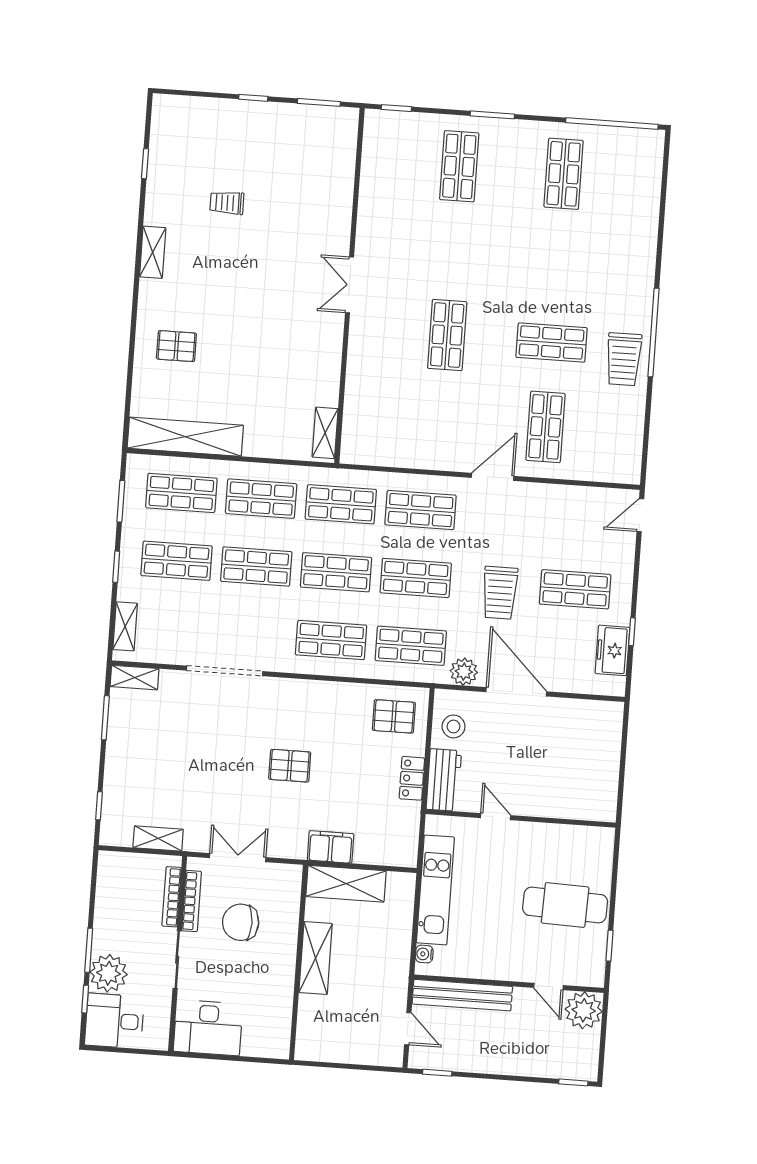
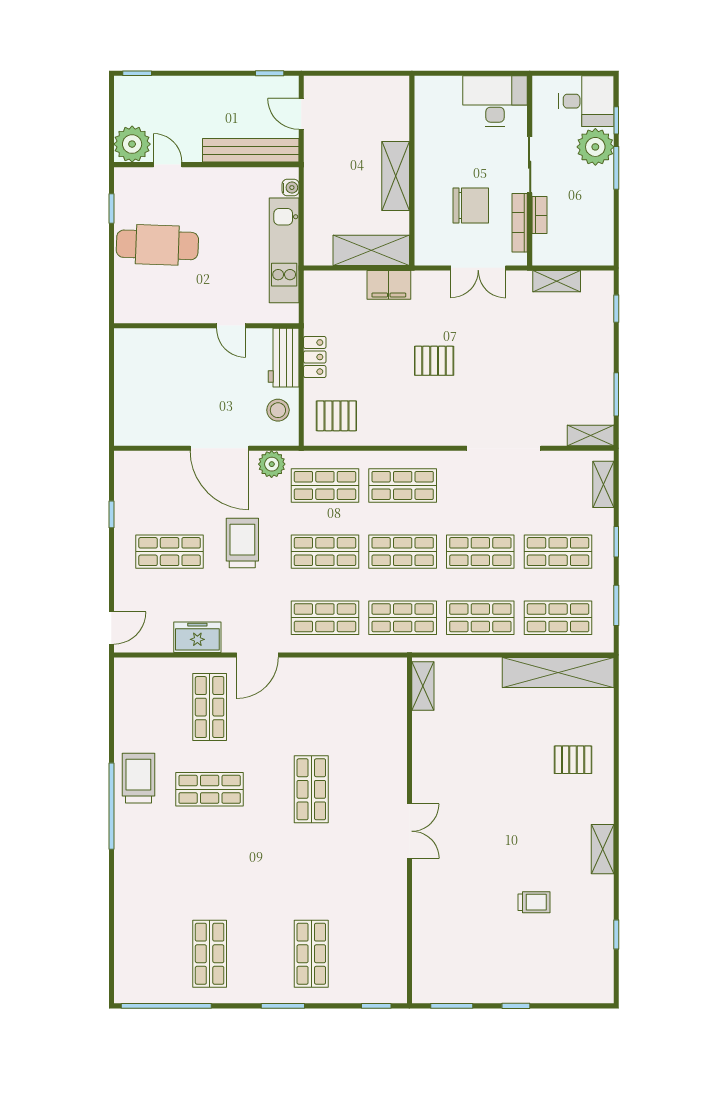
freezer: (612, 650) -> (197, 637), moved, turned -90
bookcase: (172, 897) -> (539, 215), width x0.64

